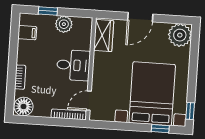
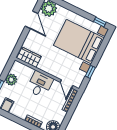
door: (140, 17) -> (31, 20), moved
window: (160, 129) -> (90, 72), moved

